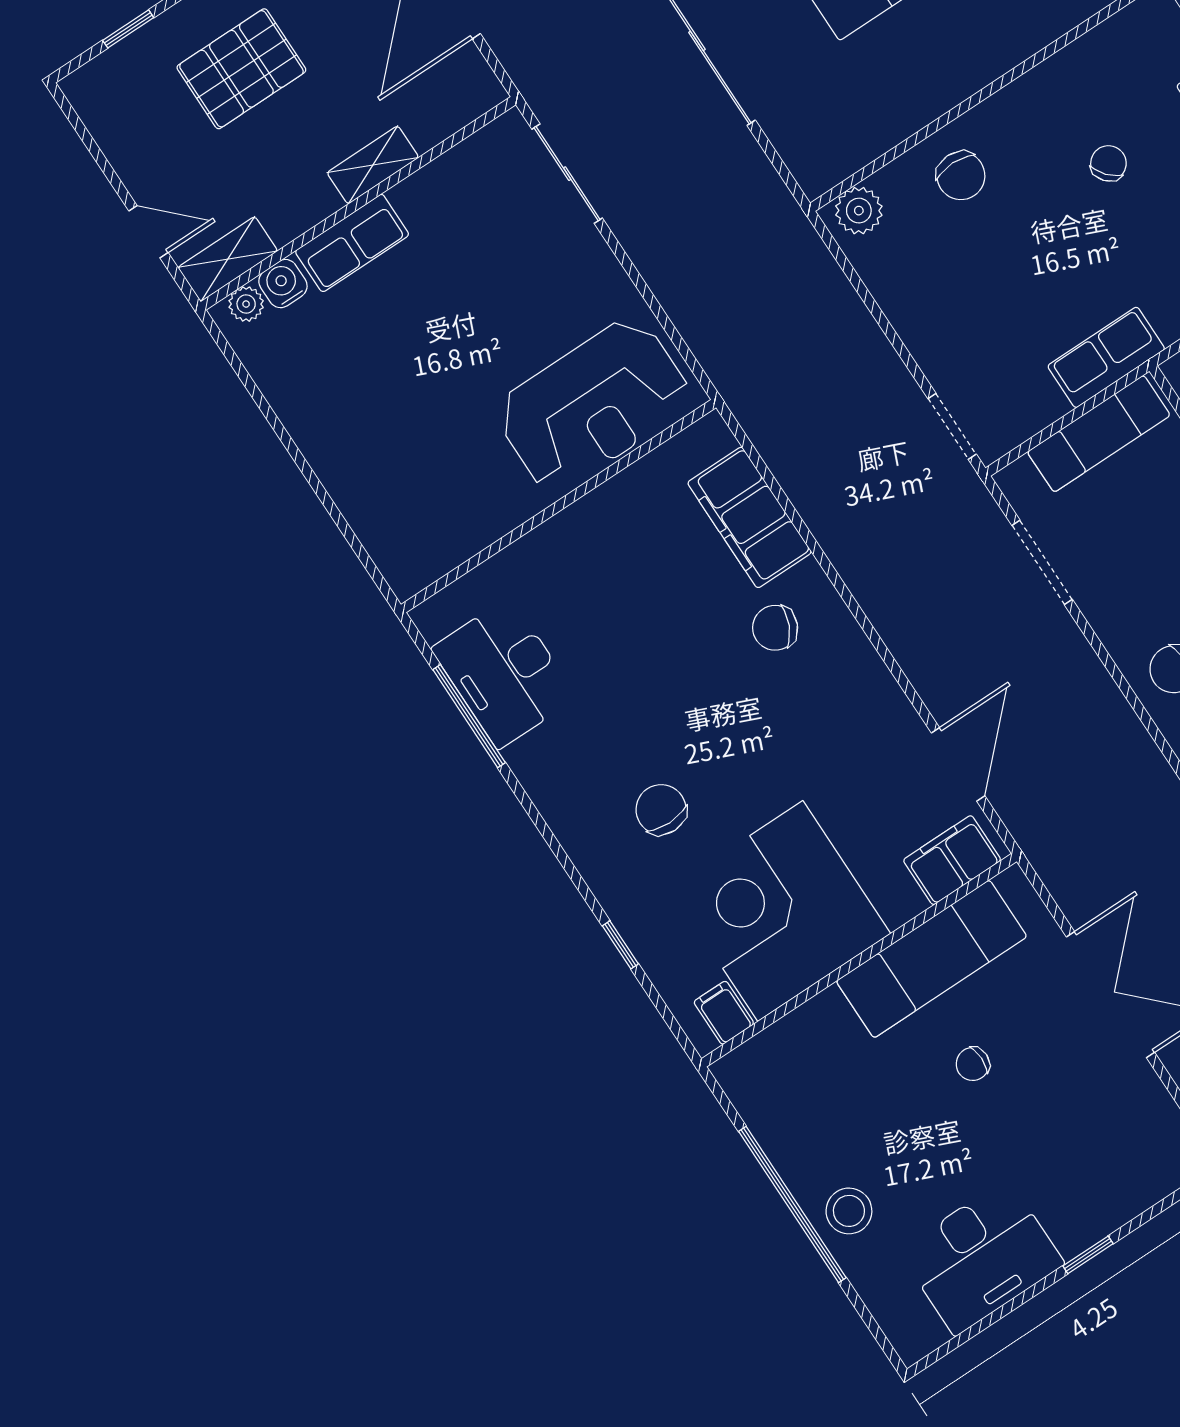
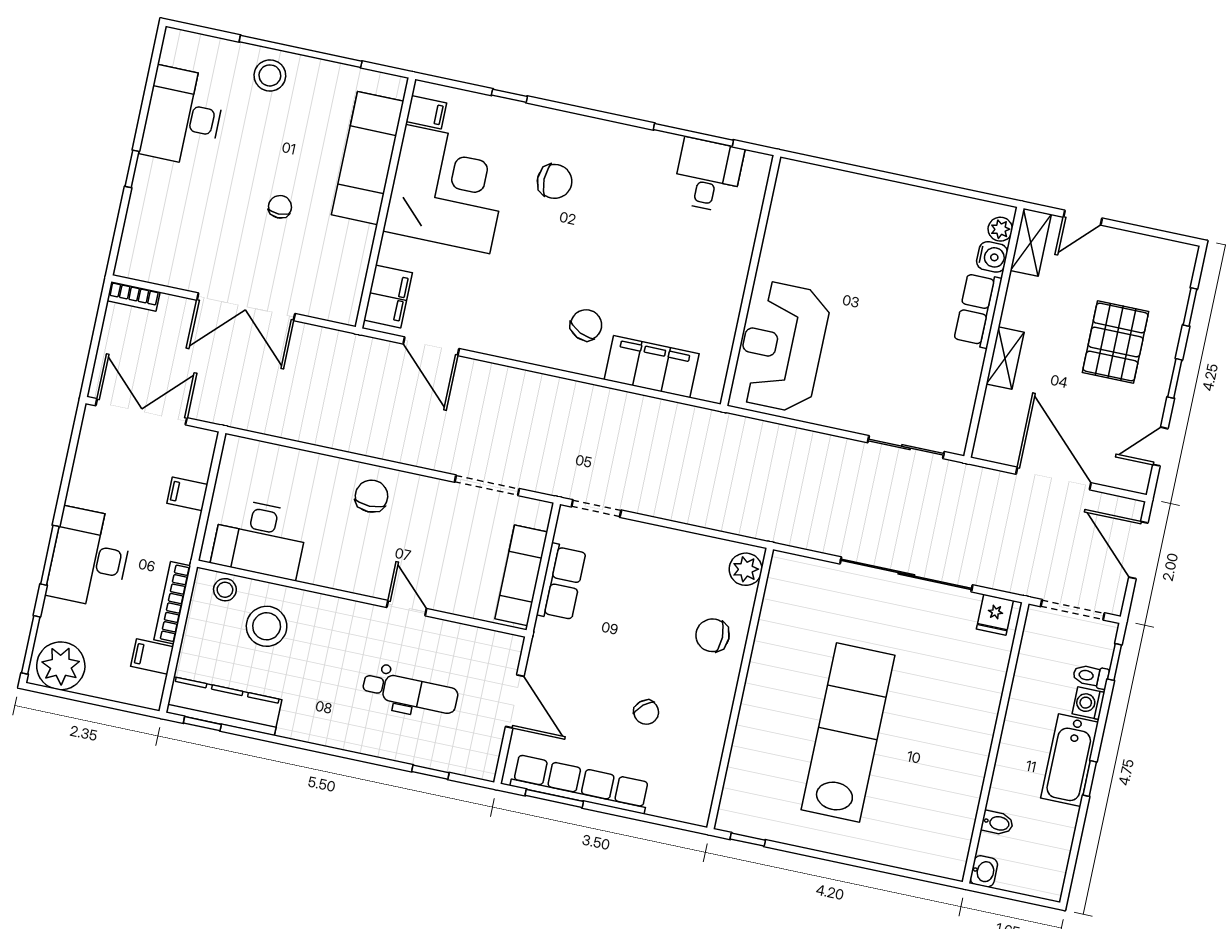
row of seats: (1106, 357) -> (561, 582), moved
desk: (504, 673) -> (708, 175), width x0.73
exam couch: (932, 959) -> (368, 158), moved

